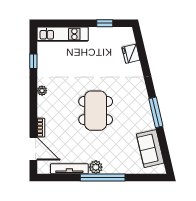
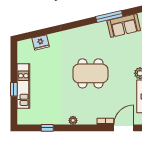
window: (105, 23) -> (14, 89), moved
kitchen unit: (63, 34) -> (23, 86), moved
window: (156, 112) -> (109, 17), moved

